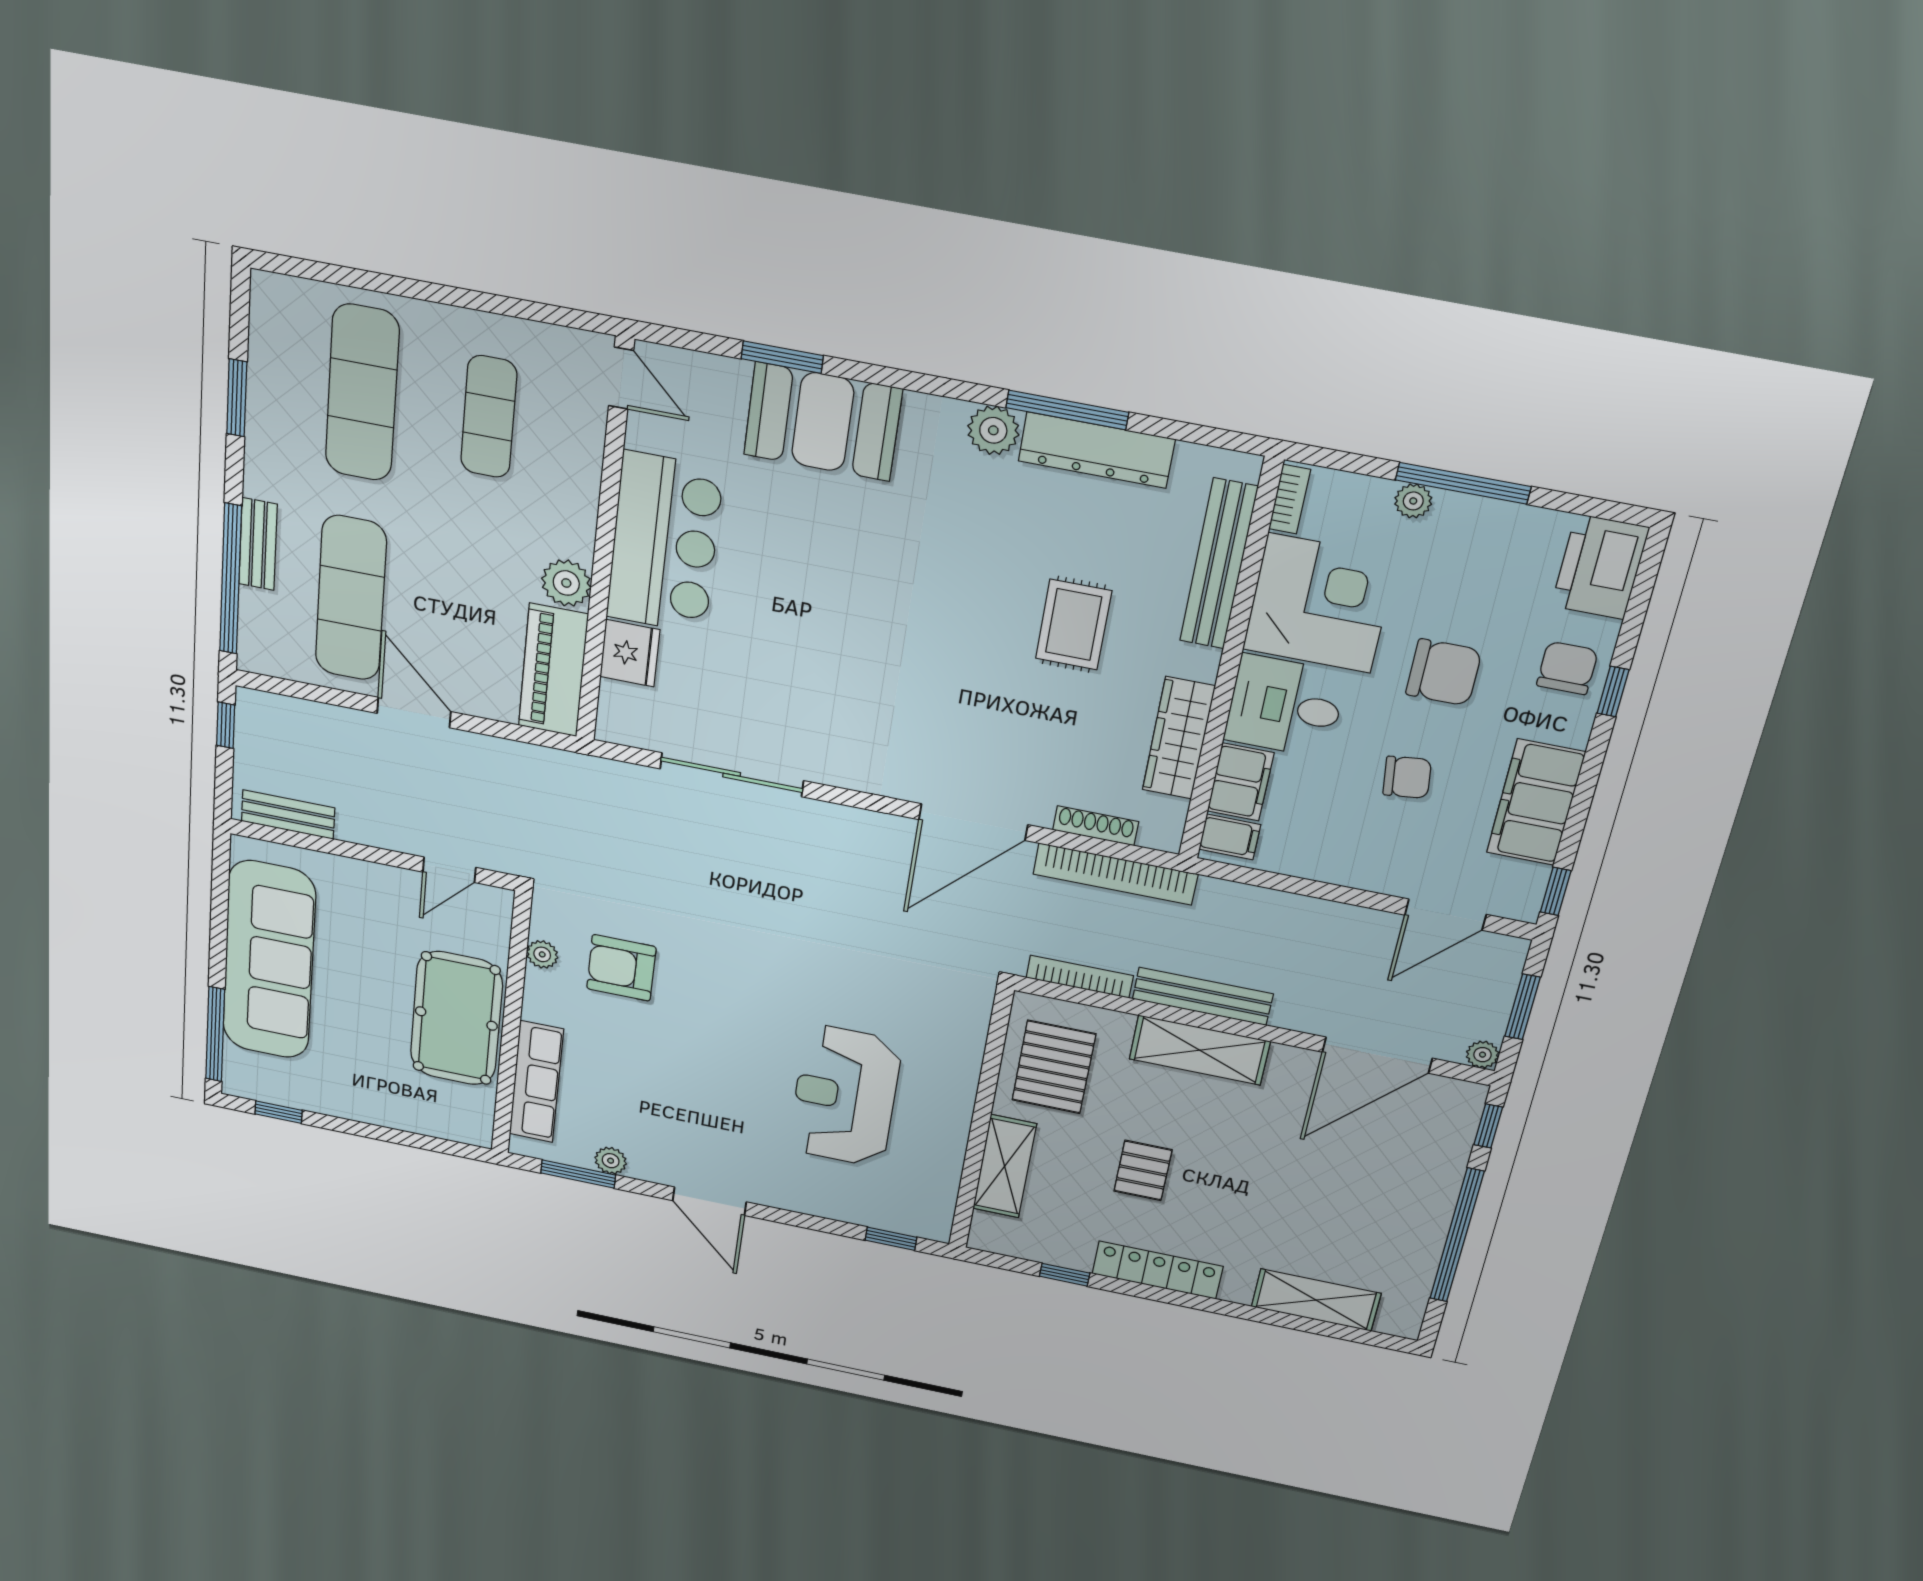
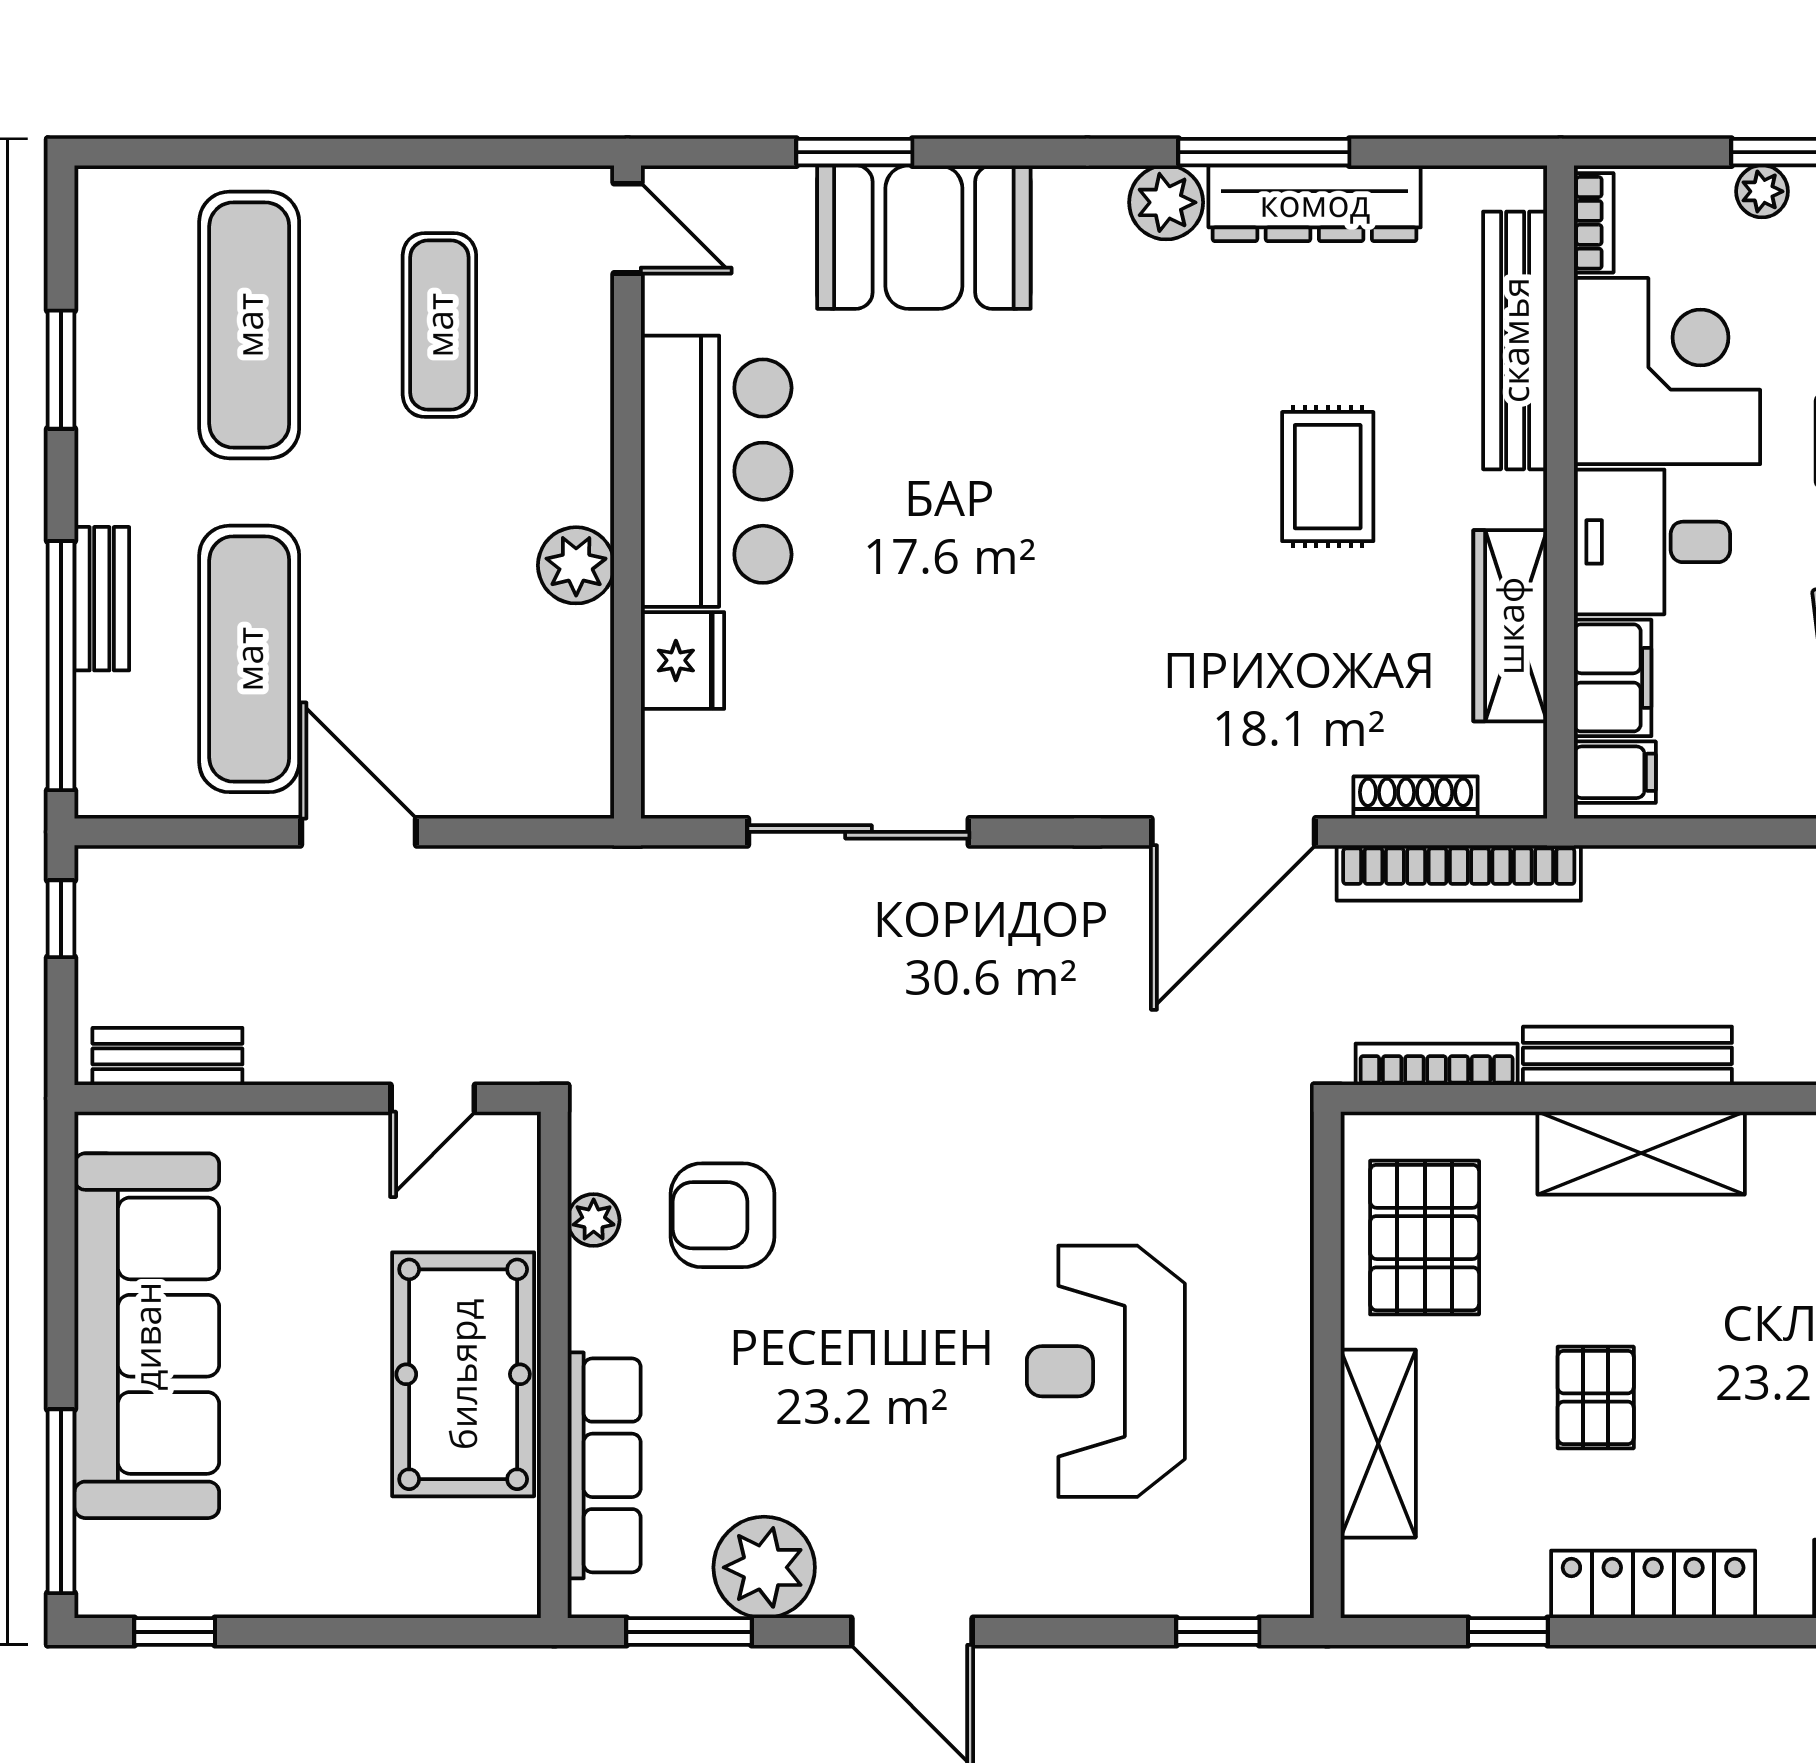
piano: (553, 670) -> (569, 714), removed
plant: (611, 1161) -> (764, 1567), width x1.87, depth x1.87

